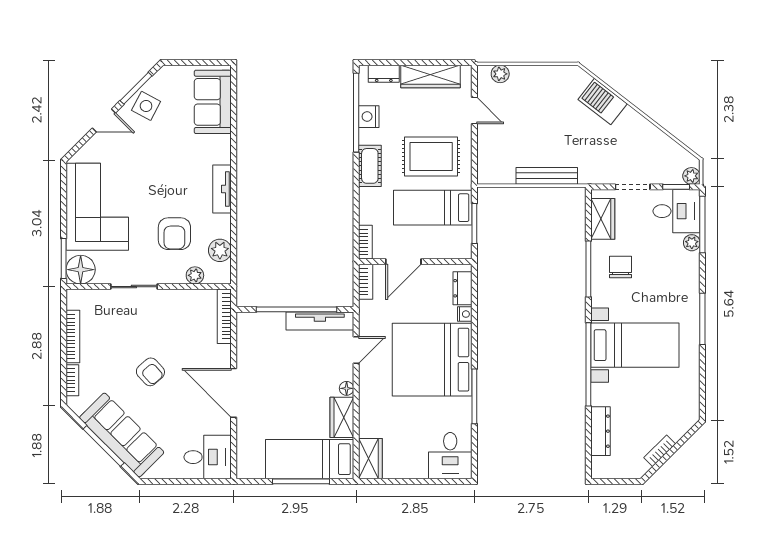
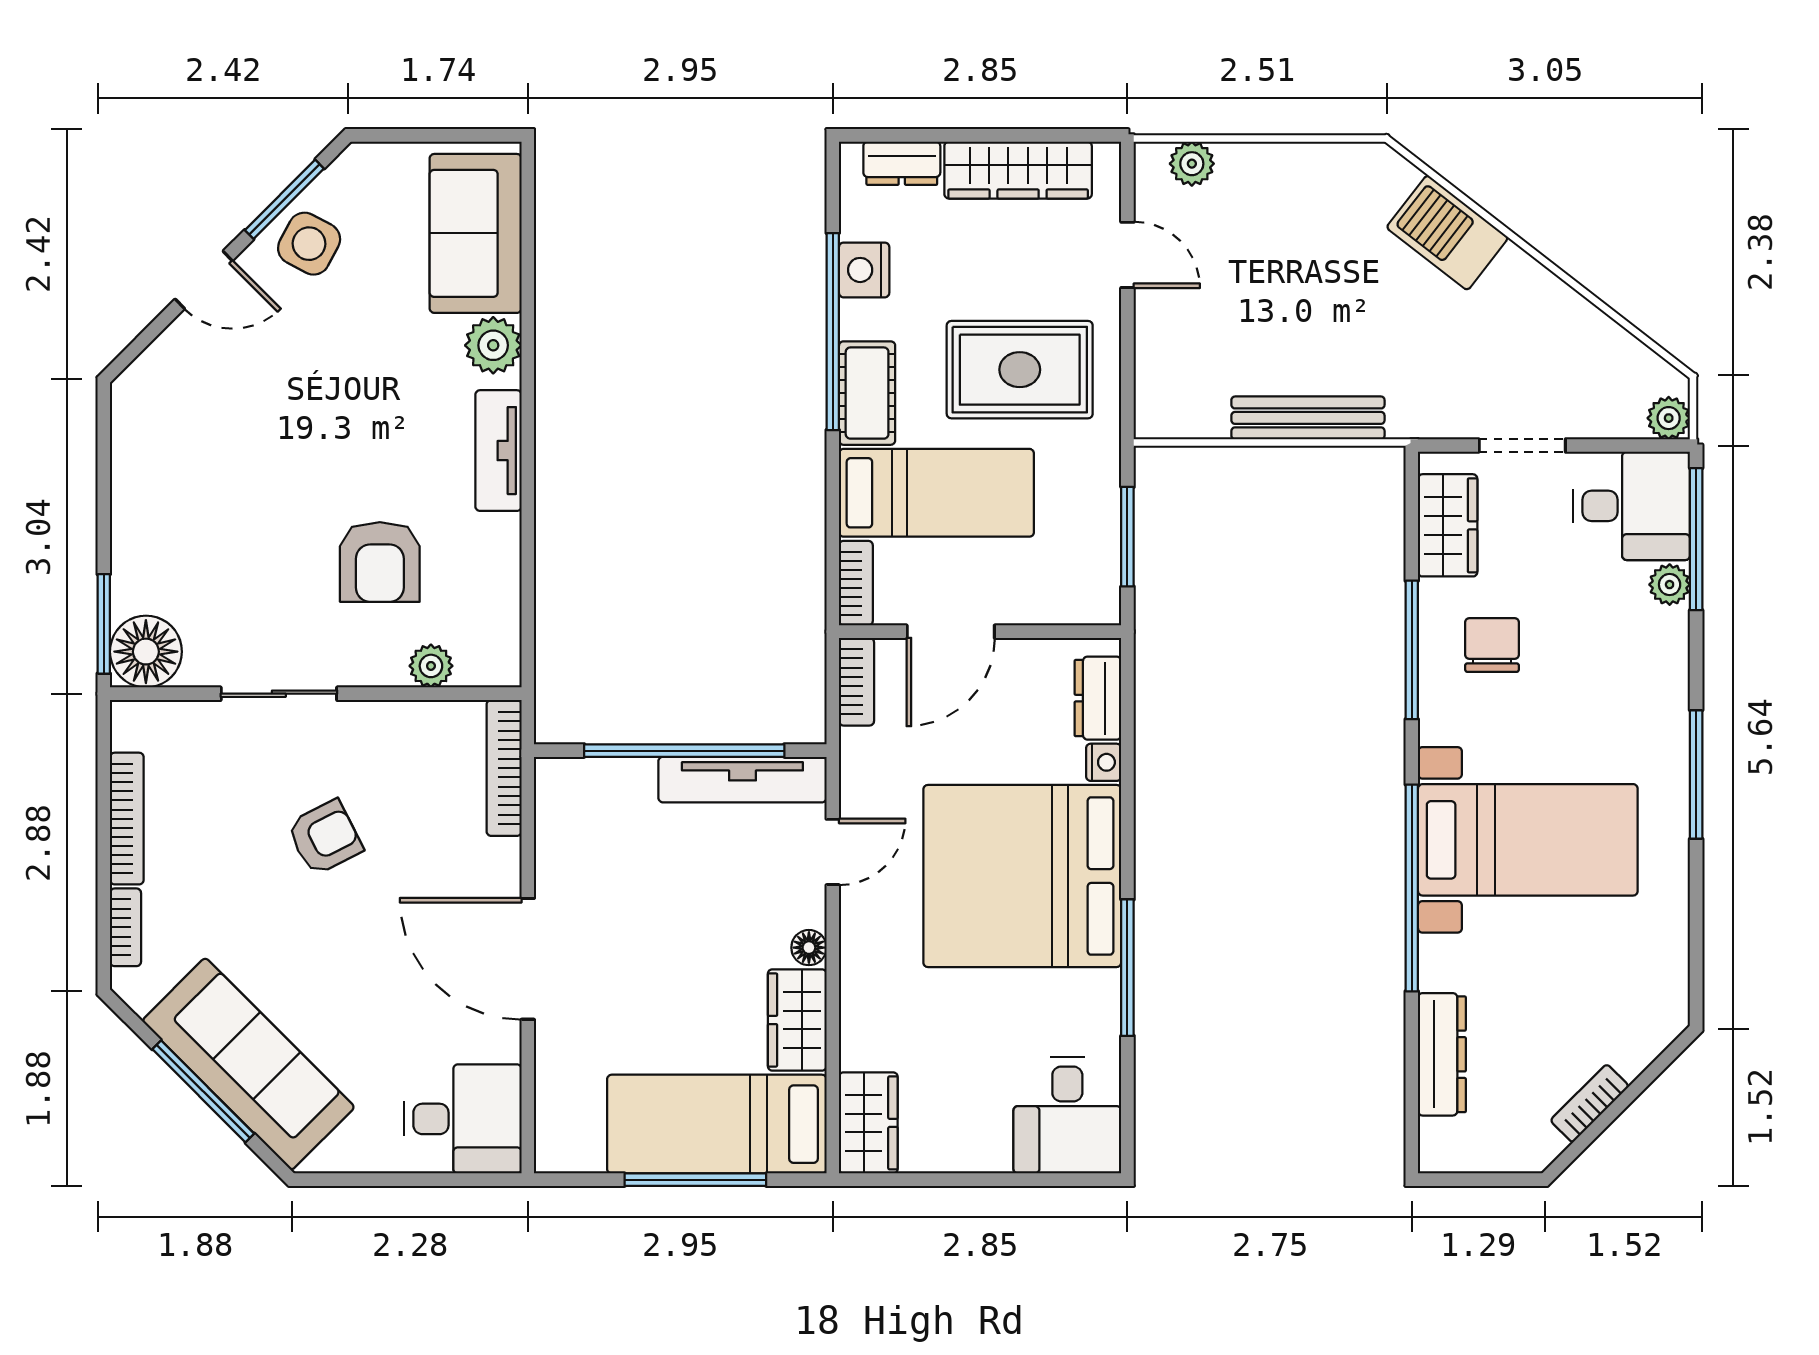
window: (356, 113) -> (833, 332), moved
window: (676, 187) -> (1631, 446), removed
corner sofa: (97, 207) -> (188, 495), removed
bed: (433, 208) -> (936, 493), moved, turned 180
plant: (220, 250) -> (493, 345), moved
armchair: (150, 372) -> (325, 837), moved, turned -75

